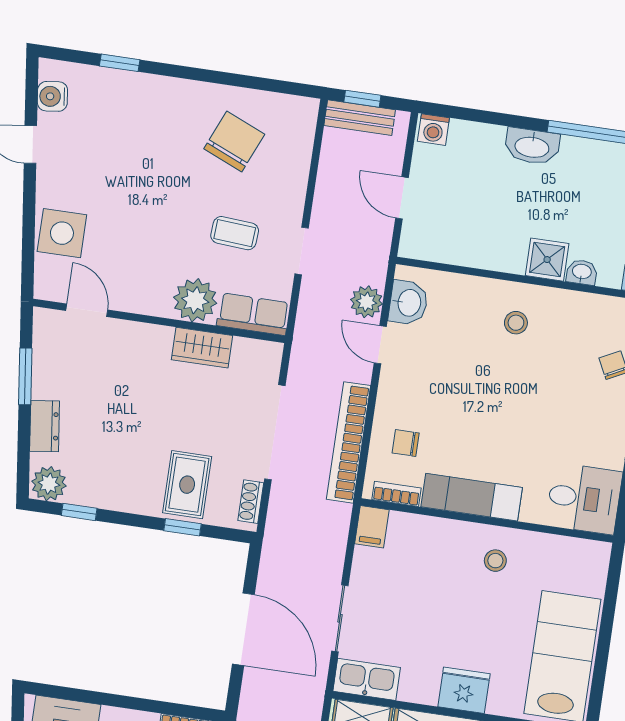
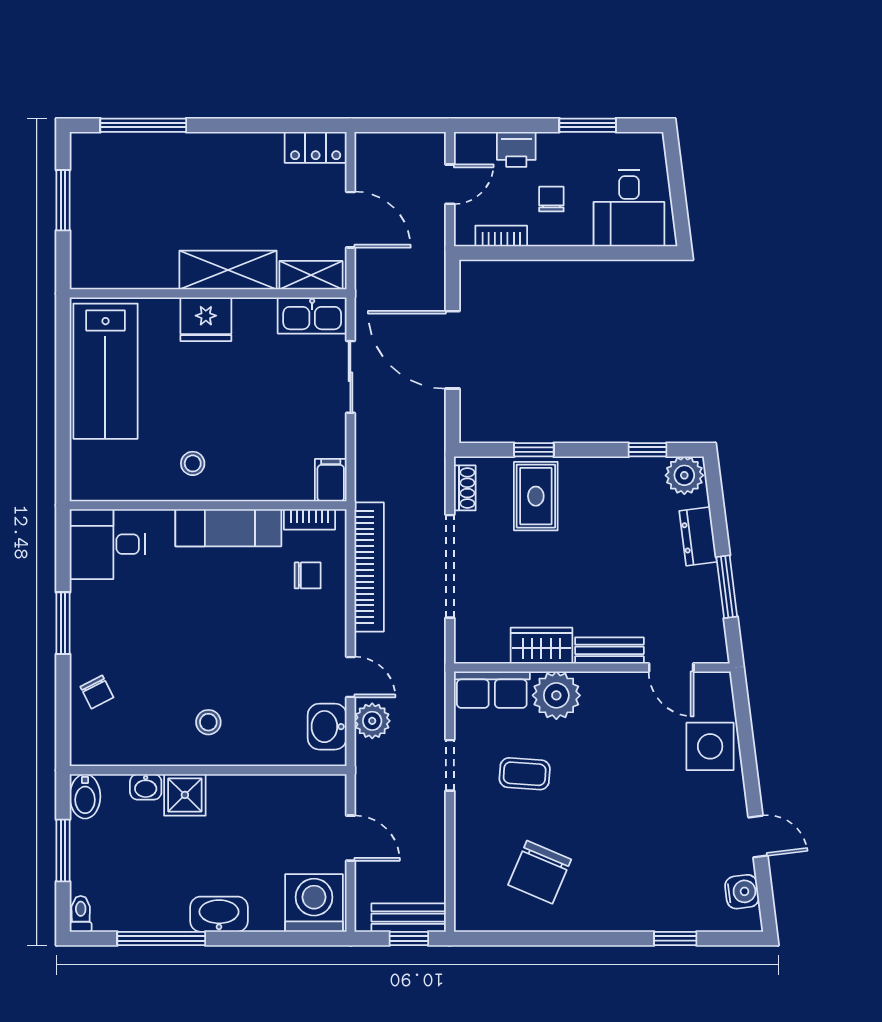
washing machine: (433, 130) -> (314, 903), width x1.89, depth x1.89
bench: (141, 334) -> (609, 650), added

